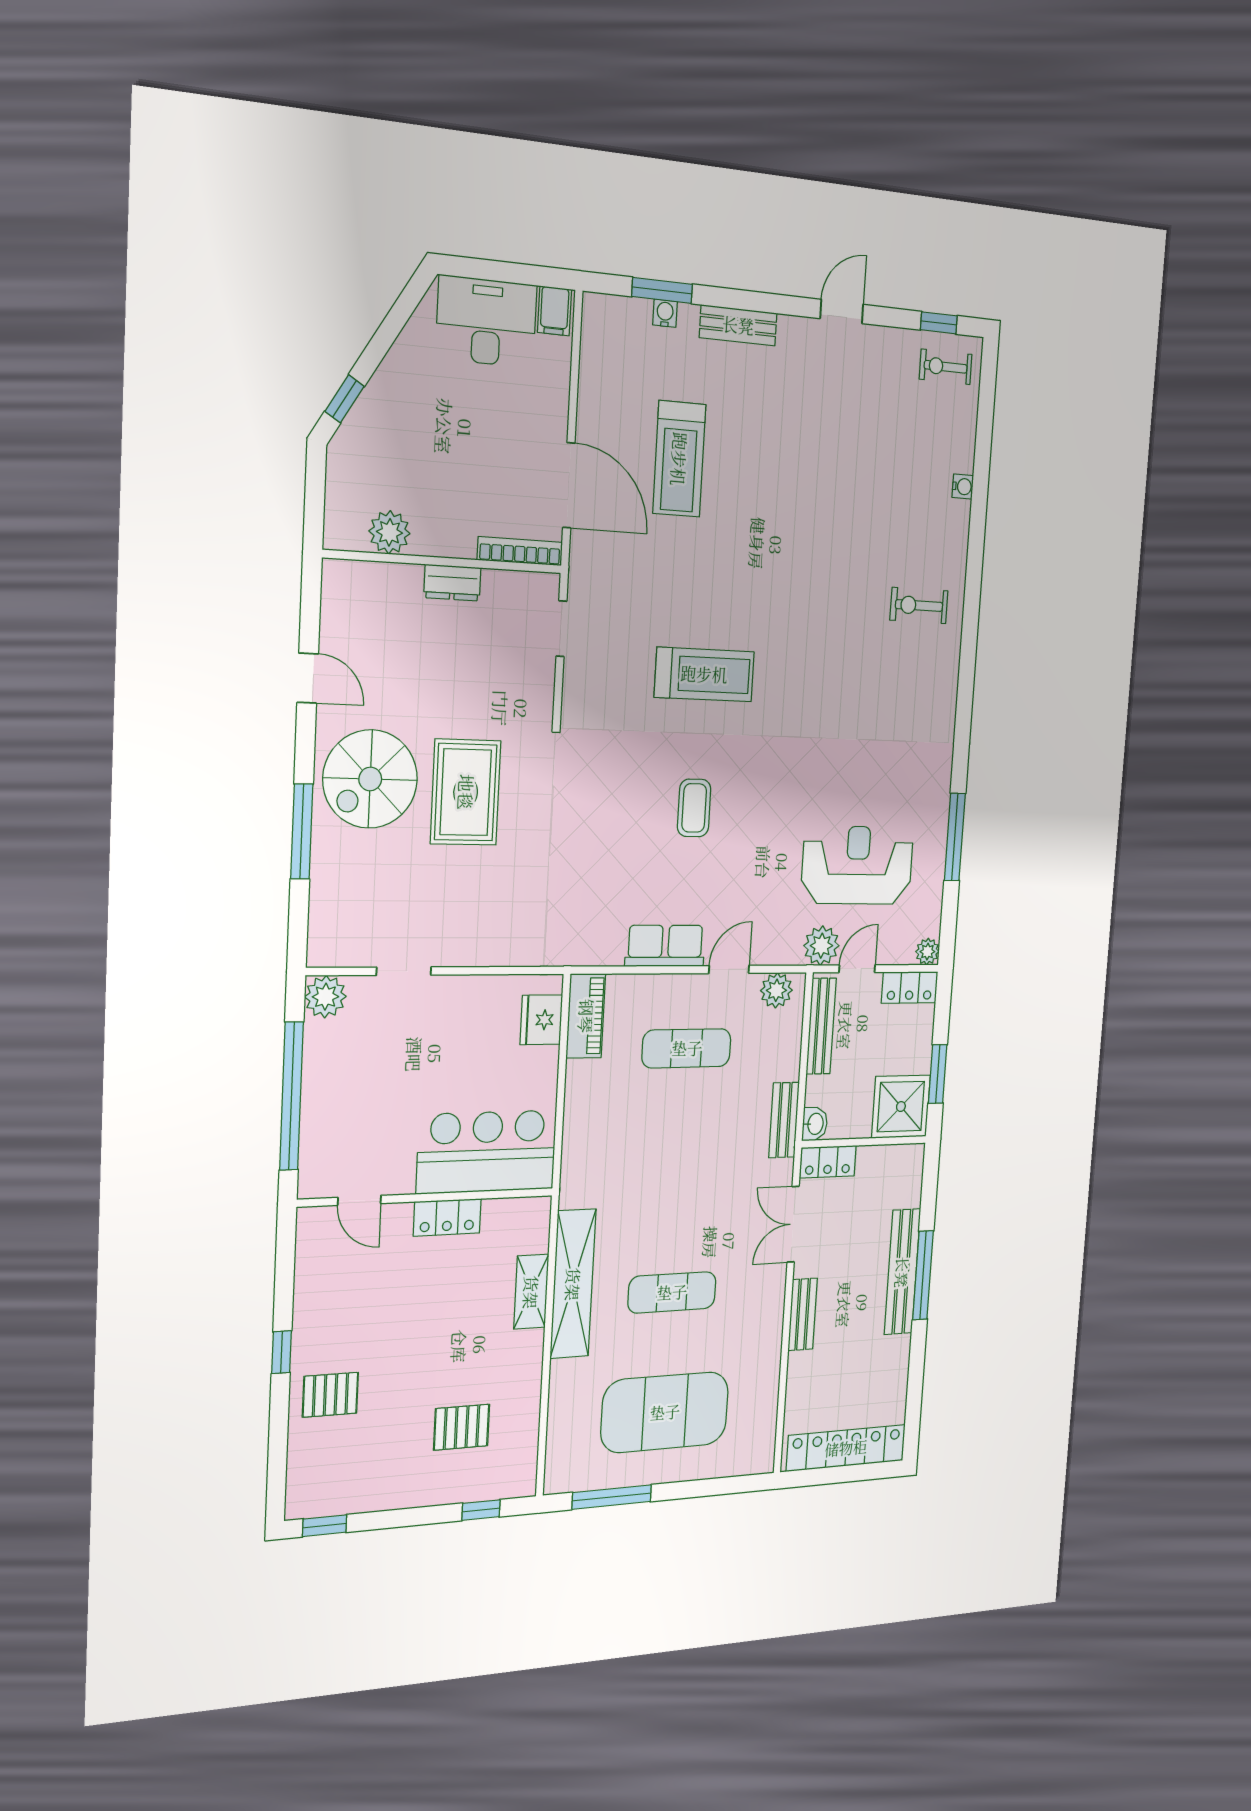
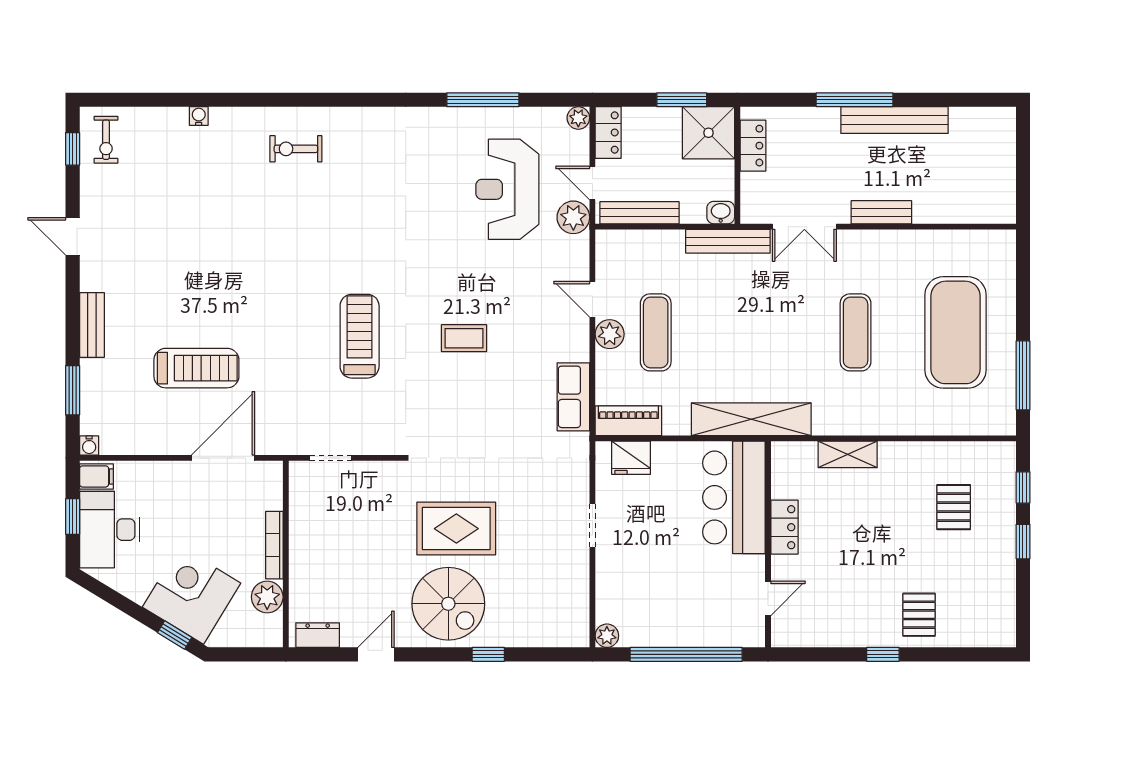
window: (506, 272) -> (73, 517), added
water cooler: (665, 313) -> (89, 446), moved, turned -90
corner desk: (396, 427) -> (192, 595), added
bookcase: (520, 551) -> (274, 545), moved
dresser: (452, 583) -> (318, 635), moved, turned -90
exercise bike: (919, 605) -> (296, 149), turned 90
window: (302, 832) -> (488, 654), width x0.46
row of seats: (665, 946) -> (573, 397), moved
doorway: (404, 971) -> (592, 526), moved
plant: (776, 990) -> (610, 334), moved
plant: (325, 997) -> (607, 636), width x0.73, depth x0.73
bench: (784, 1120) -> (728, 241), width x1.36
locker: (828, 1162) -> (753, 146), moved
bench: (902, 1272) -> (895, 120), moved
shelving: (573, 1284) -> (751, 419), moved
locker: (846, 1448) -> (1000, 162), removed
window: (325, 1526) -> (1023, 542), moved

